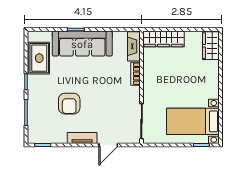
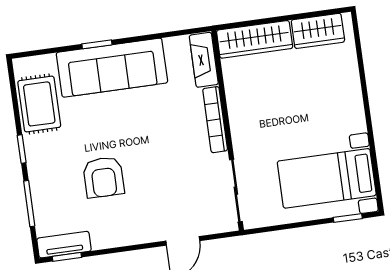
wardrobe: (211, 46) -> (318, 31), moved, turned -90
bookcase: (135, 74) -> (215, 120), width x1.56
tv unit: (82, 138) -> (64, 245), moved

